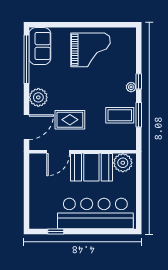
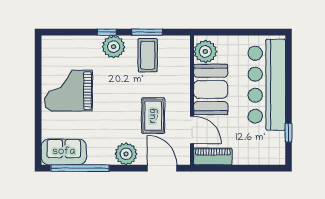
grand piano: (91, 50) -> (68, 91), turned -90
plant: (131, 87) -> (114, 47), width x1.88, depth x1.88
piano: (36, 169) -> (213, 156), added

